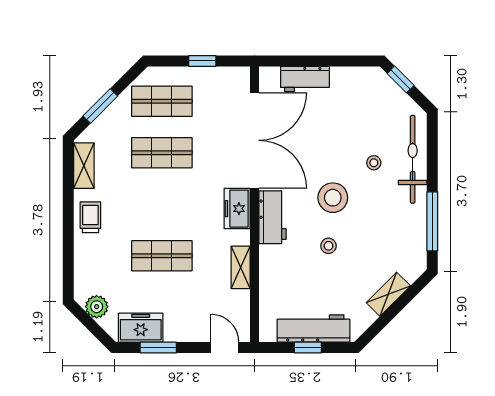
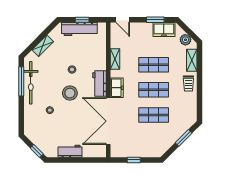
workbench: (305, 79) -> (70, 151), moved
shop shelf: (162, 101) -> (154, 90), moved
bicycle: (413, 159) -> (31, 83), moved
shelving: (84, 166) -> (192, 60), moved

